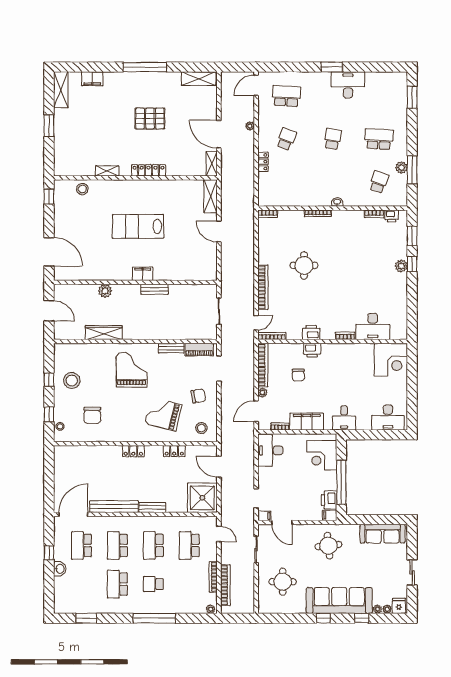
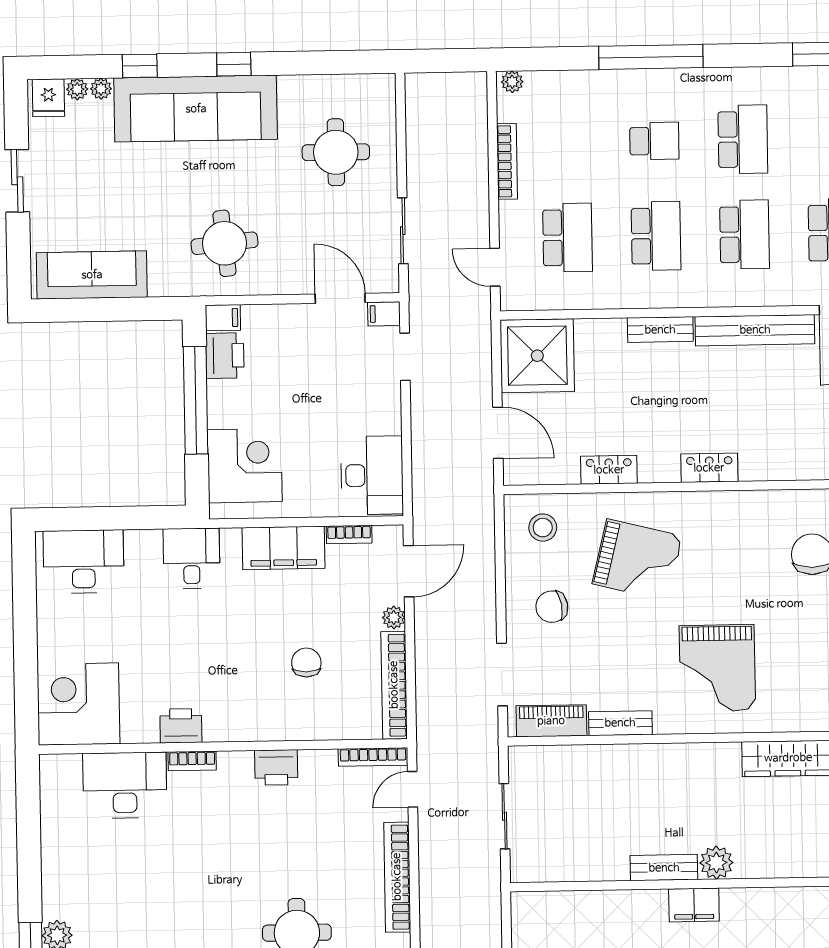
plant: (105, 291) -> (716, 863), moved
printer: (312, 350) -> (181, 726), moved
bookcase: (225, 585) -> (477, 141), removed

